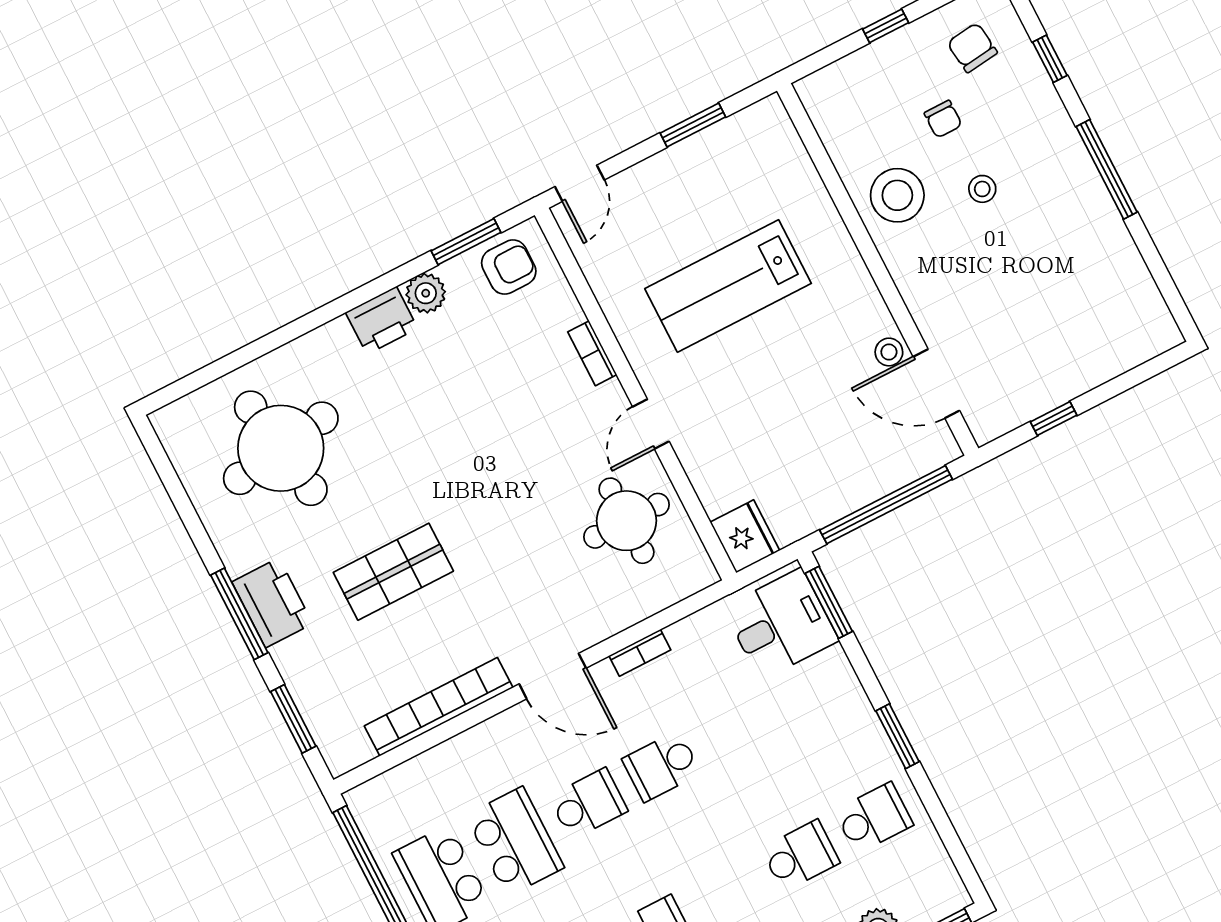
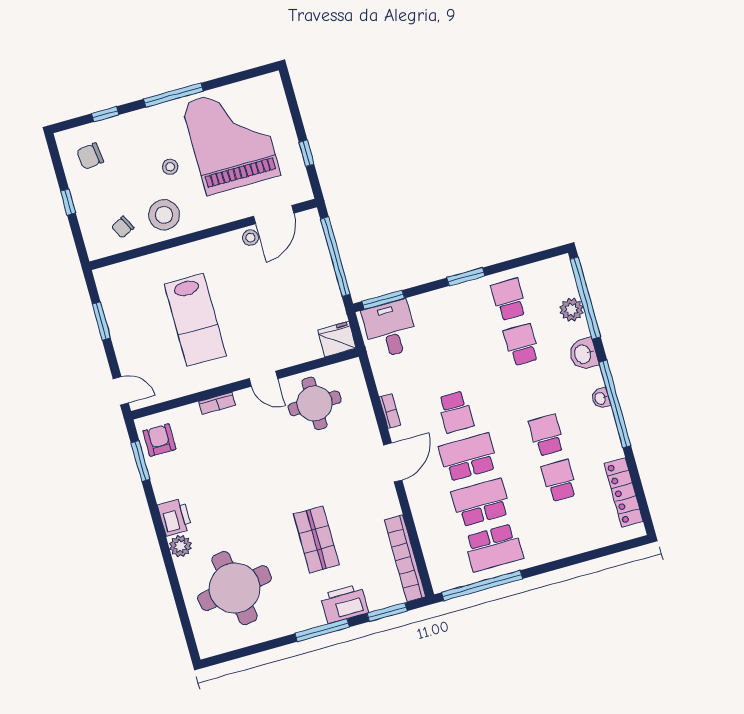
chair: (943, 119) -> (123, 227), moved, turned 153
grand piano: (1051, 284) -> (231, 139), added
plant: (426, 293) -> (180, 546), moved
printer: (272, 603) -> (344, 604), moved
bookcase: (439, 707) -> (405, 558), moved
school desk: (588, 804) -> (468, 457), width x1.85

